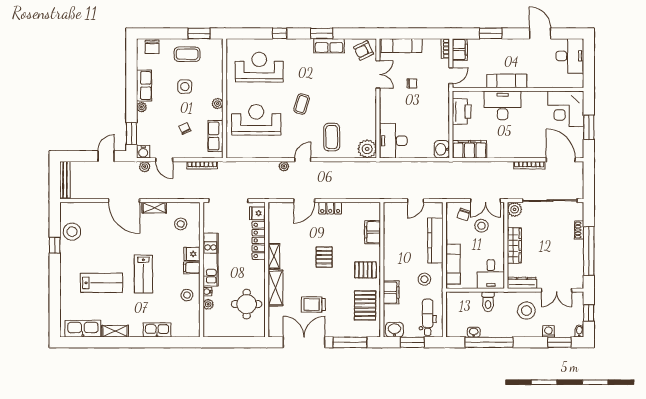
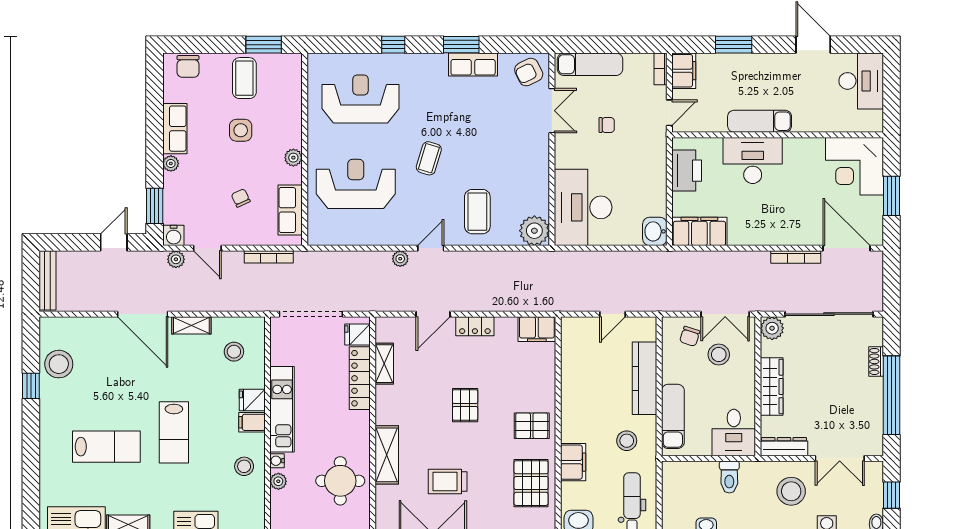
coffee table: (187, 54) -> (244, 78), turned 90
desk: (393, 141) -> (583, 207), width x1.36, depth x1.30
filing cabinet: (372, 232) -> (537, 329), moved, turned -90
shelving: (274, 256) -> (384, 364), moved

